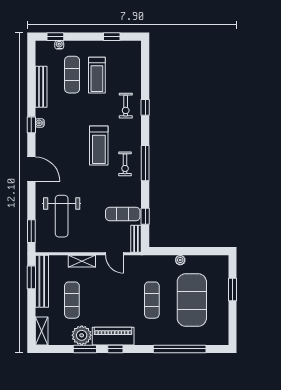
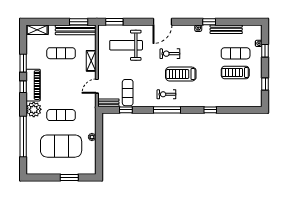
window: (55, 37) -> (265, 51), moved
exercise bike: (126, 106) -> (170, 54), moved
window: (31, 125) -> (209, 22), moved
plant: (82, 335) -> (34, 109), moved

